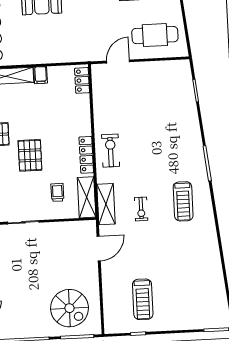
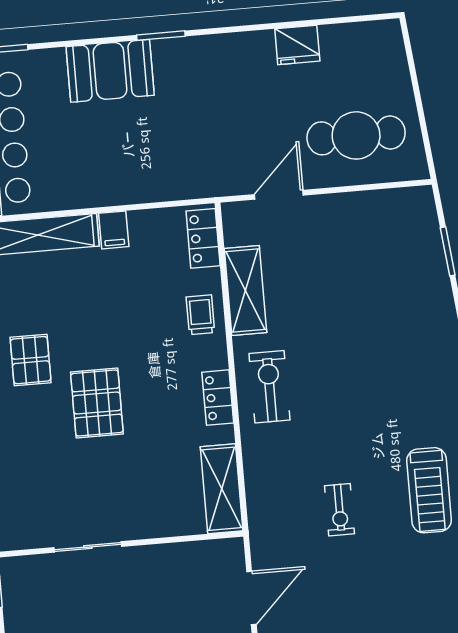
locker: (86, 155) -> (218, 398), width x0.66
trolley: (57, 192) -> (200, 315), moved
shelving: (106, 204) -> (245, 290), moved

